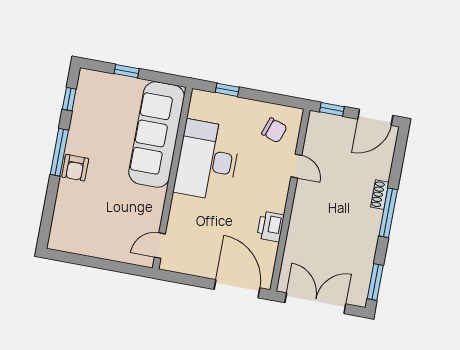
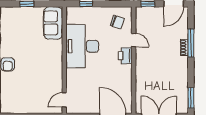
sofa: (157, 134) -> (53, 23), width x0.54, depth x0.79
window: (388, 213) -> (191, 43), moved
printer: (271, 227) -> (125, 56), moved

